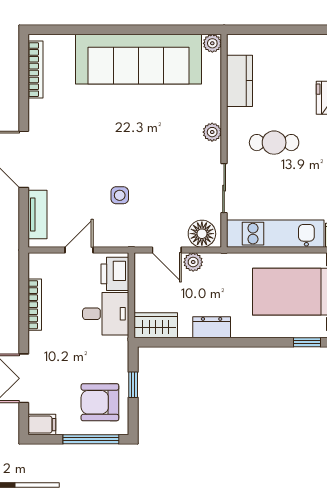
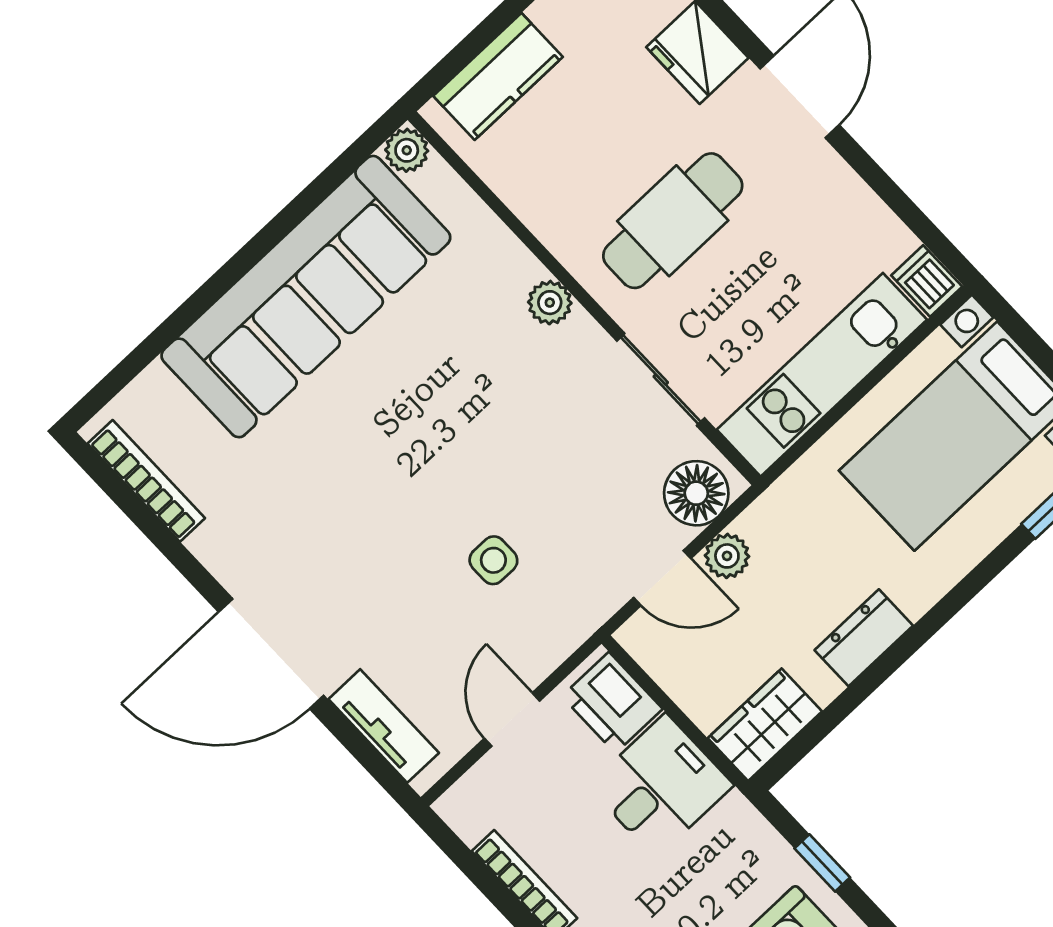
kitchen counter: (240, 81) -> (498, 76), moved, turned 90
cafe table: (274, 143) -> (673, 221), width x1.37, depth x1.35

